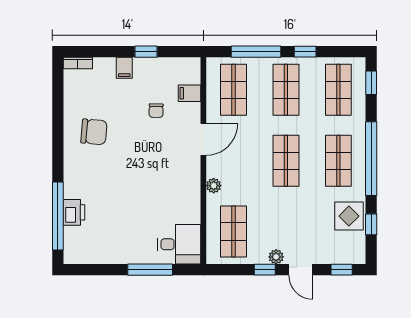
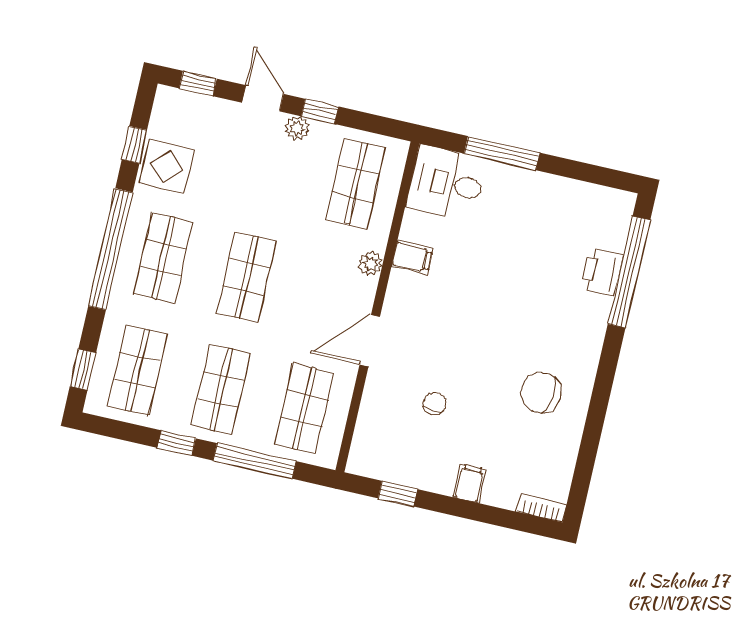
window: (146, 52) -> (398, 494), moved
filing cabinet: (190, 93) -> (412, 257), moved

